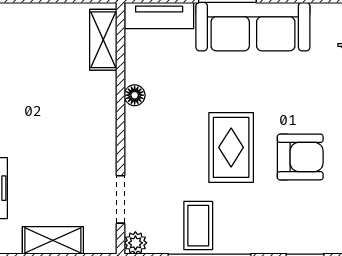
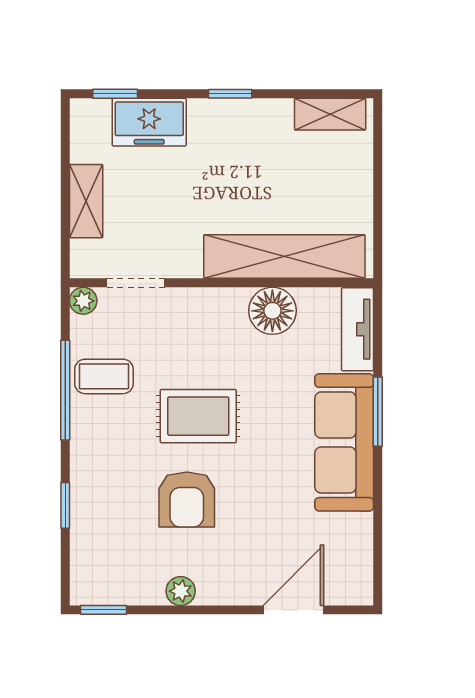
shelving: (103, 40) -> (284, 256), width x2.20, depth x1.33
floor lamp: (135, 95) -> (272, 311), width x1.89, depth x1.89

